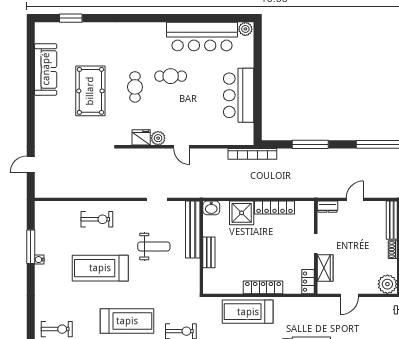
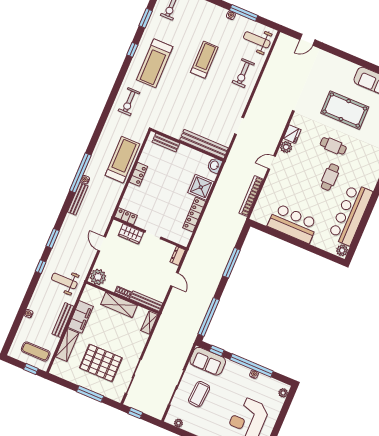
bookcase: (252, 154) -> (251, 196), moved
door: (31, 164) -> (307, 40), swing flipped
weight bench: (154, 246) -> (257, 40), moved, turned 90
bench: (209, 252) -> (166, 143), moved
treadmill: (100, 268) -> (204, 60), width x0.73, depth x0.73
locker: (263, 287) -> (138, 174), width x0.66

